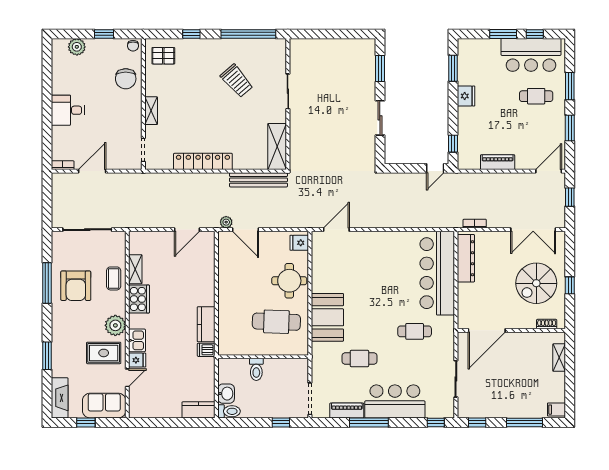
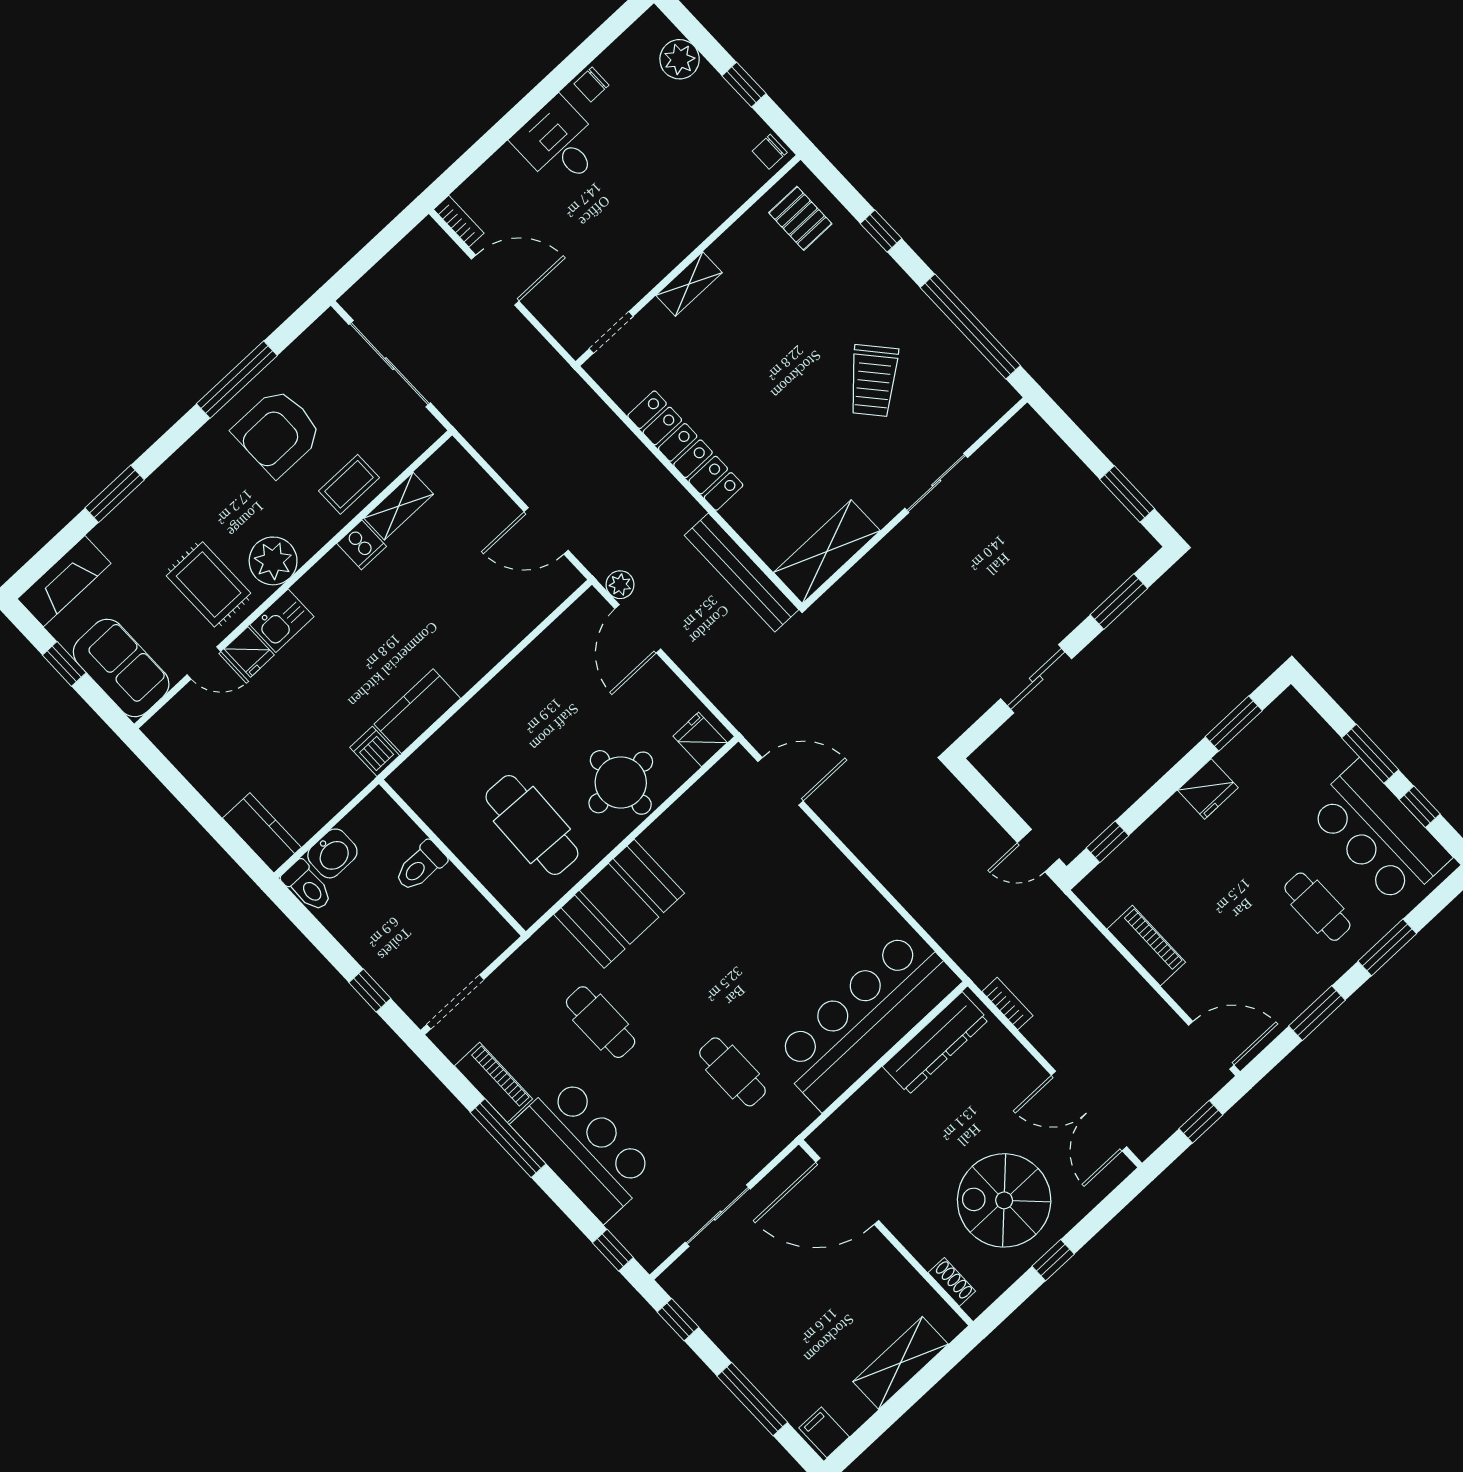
window: (348, 34) -> (1127, 494), added
chair: (126, 79) -> (591, 84), moved, width x0.54, depth x0.54
cooker: (139, 299) -> (362, 545), width x0.53, depth x0.76
shelving: (559, 358) -> (901, 1363), width x1.50, depth x1.33

